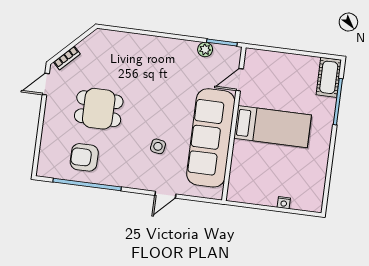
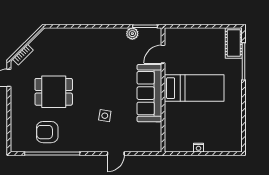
sofa: (211, 138) -> (149, 93), width x0.74, depth x0.79
nightstand: (284, 203) -> (199, 148), moved

